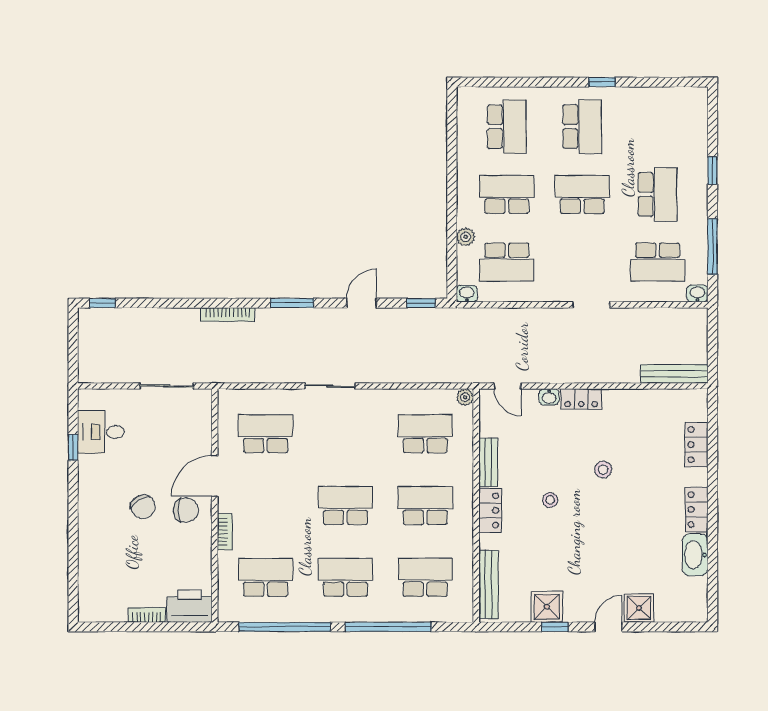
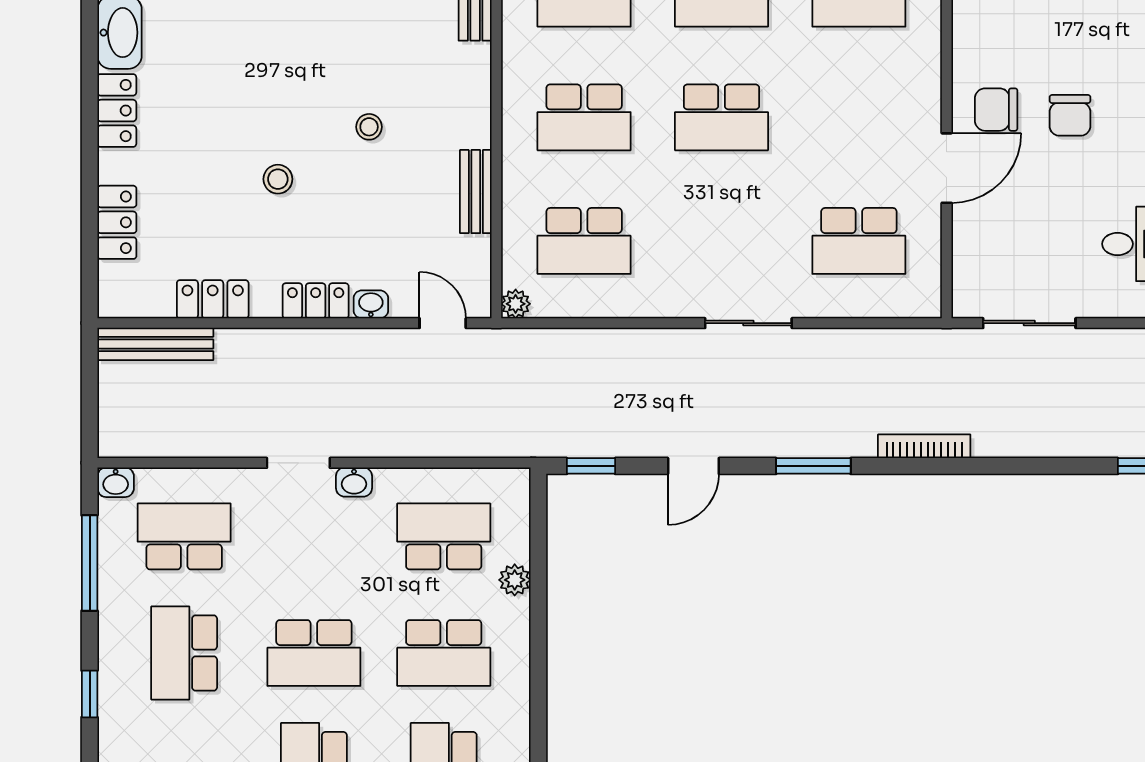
washbasin: (467, 294) -> (354, 482), moved
chair: (143, 507) -> (1070, 115), turned -149
locker: (490, 510) -> (213, 299), moved, turned 90
bookcase: (225, 532) -> (929, 72), removed

